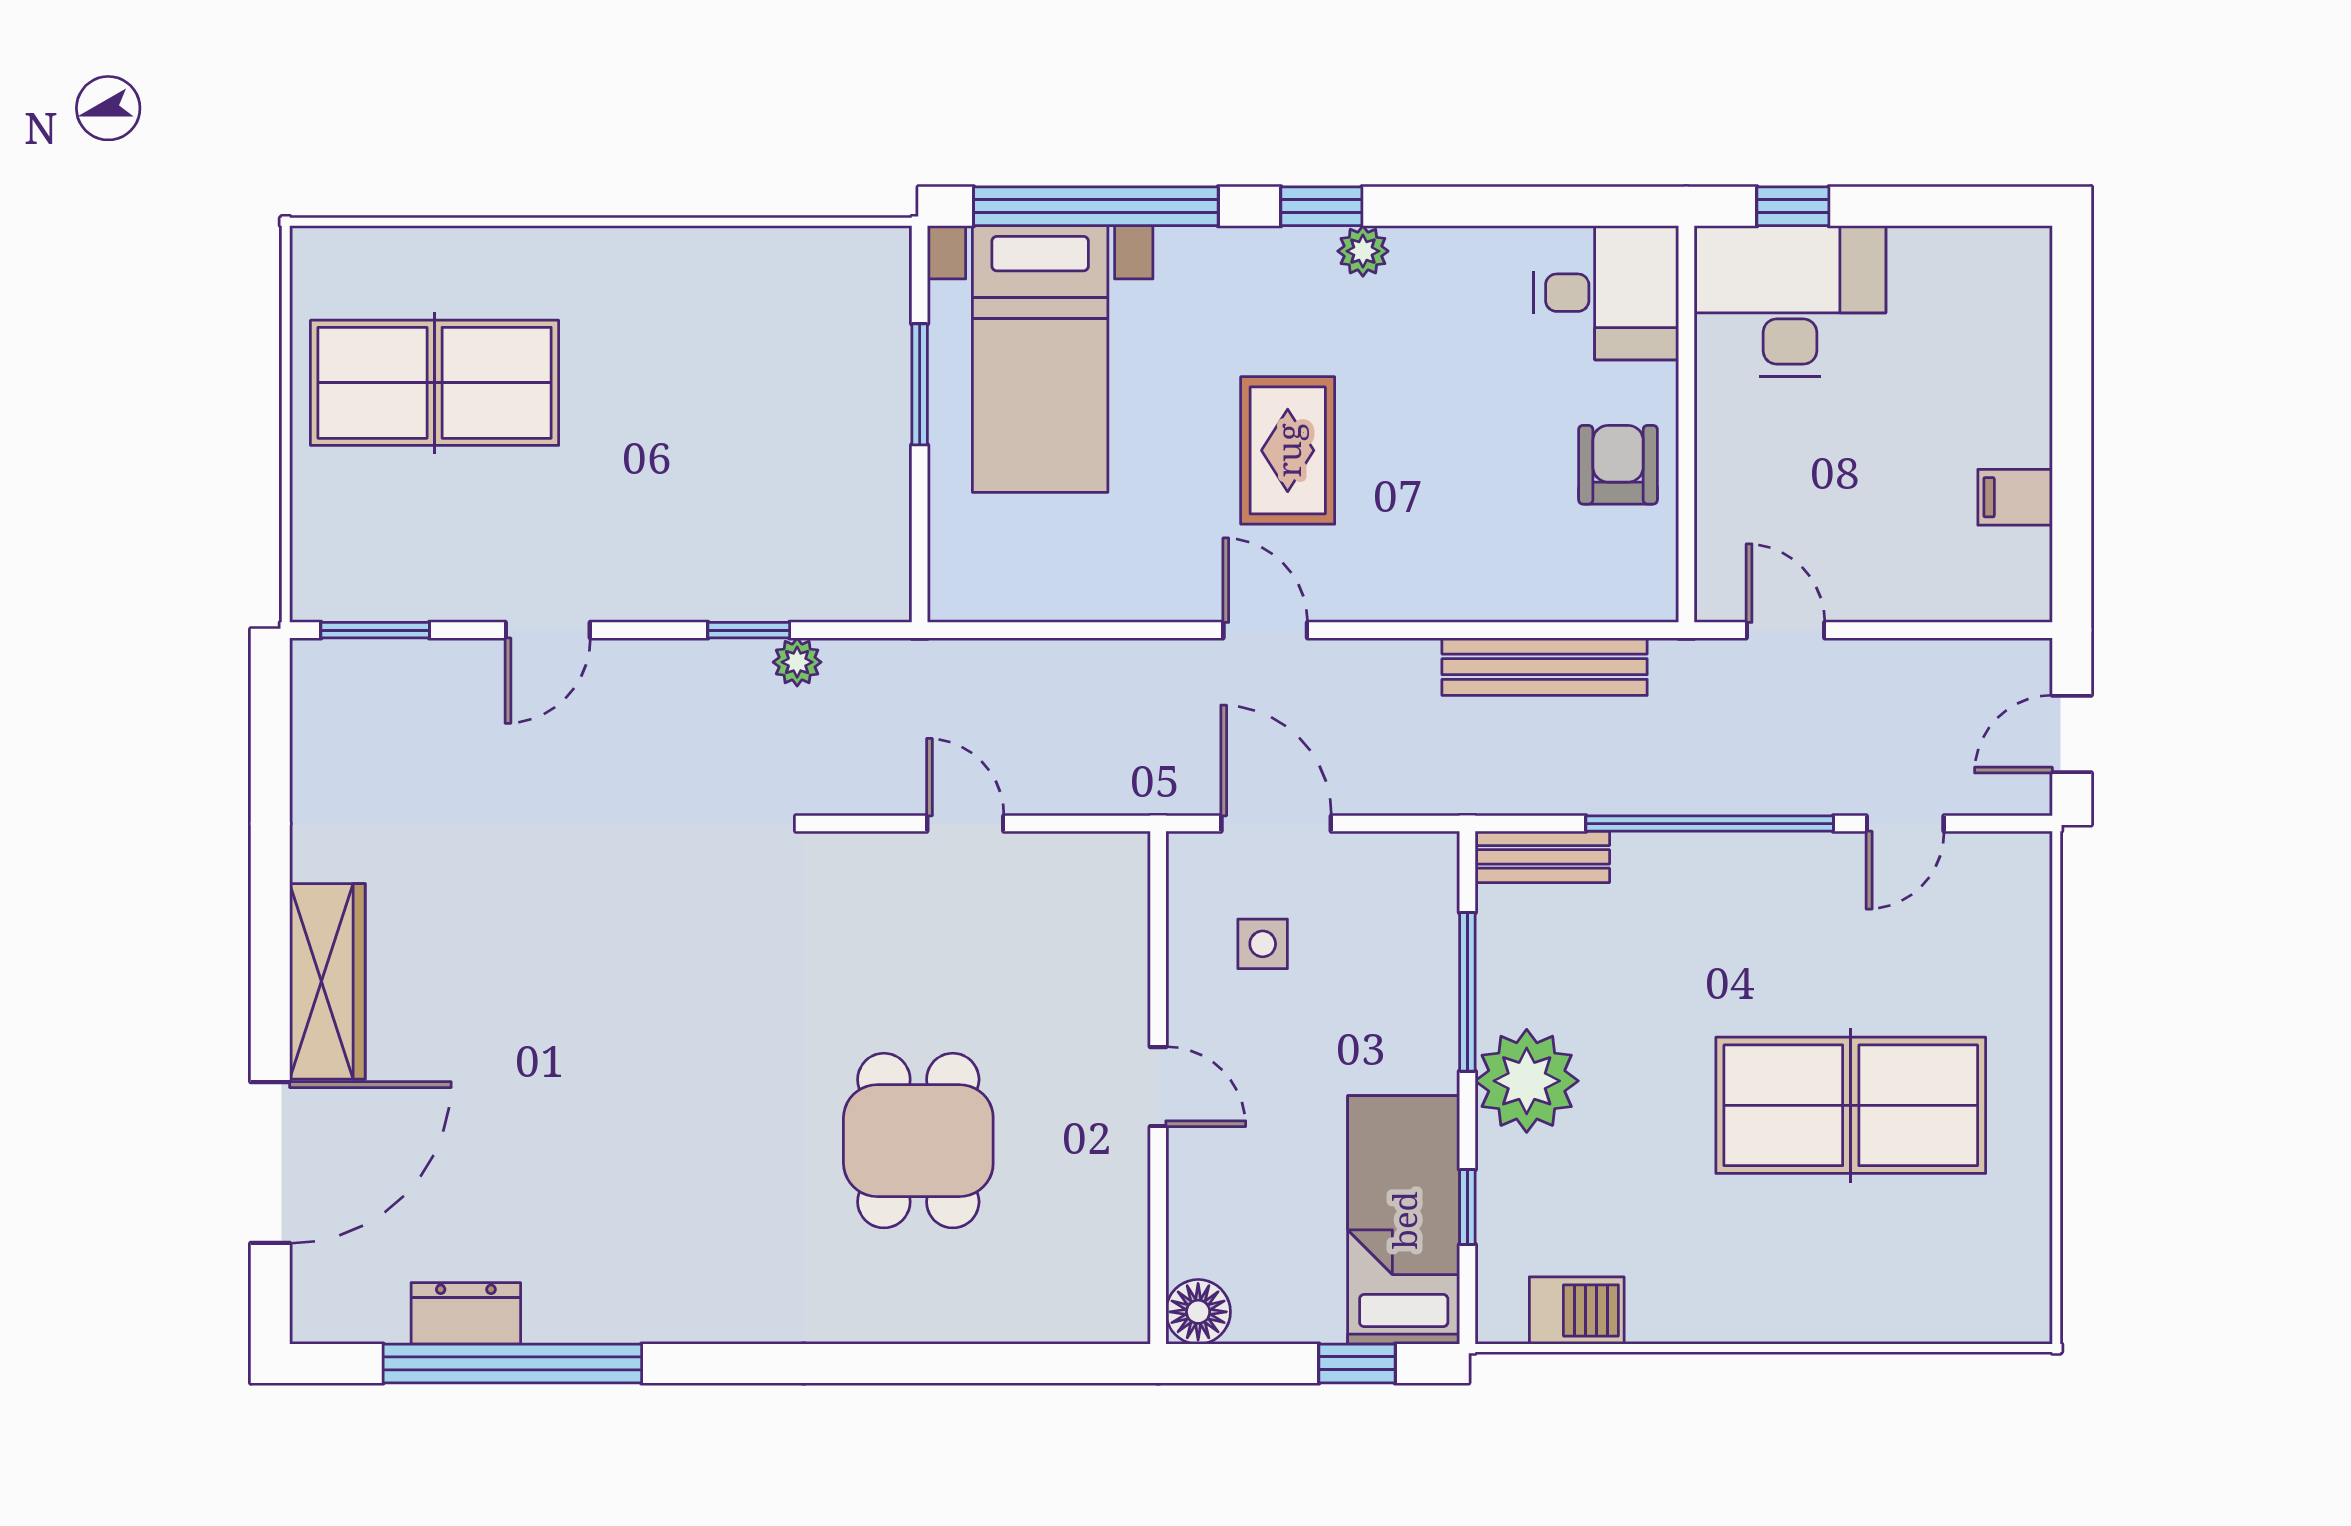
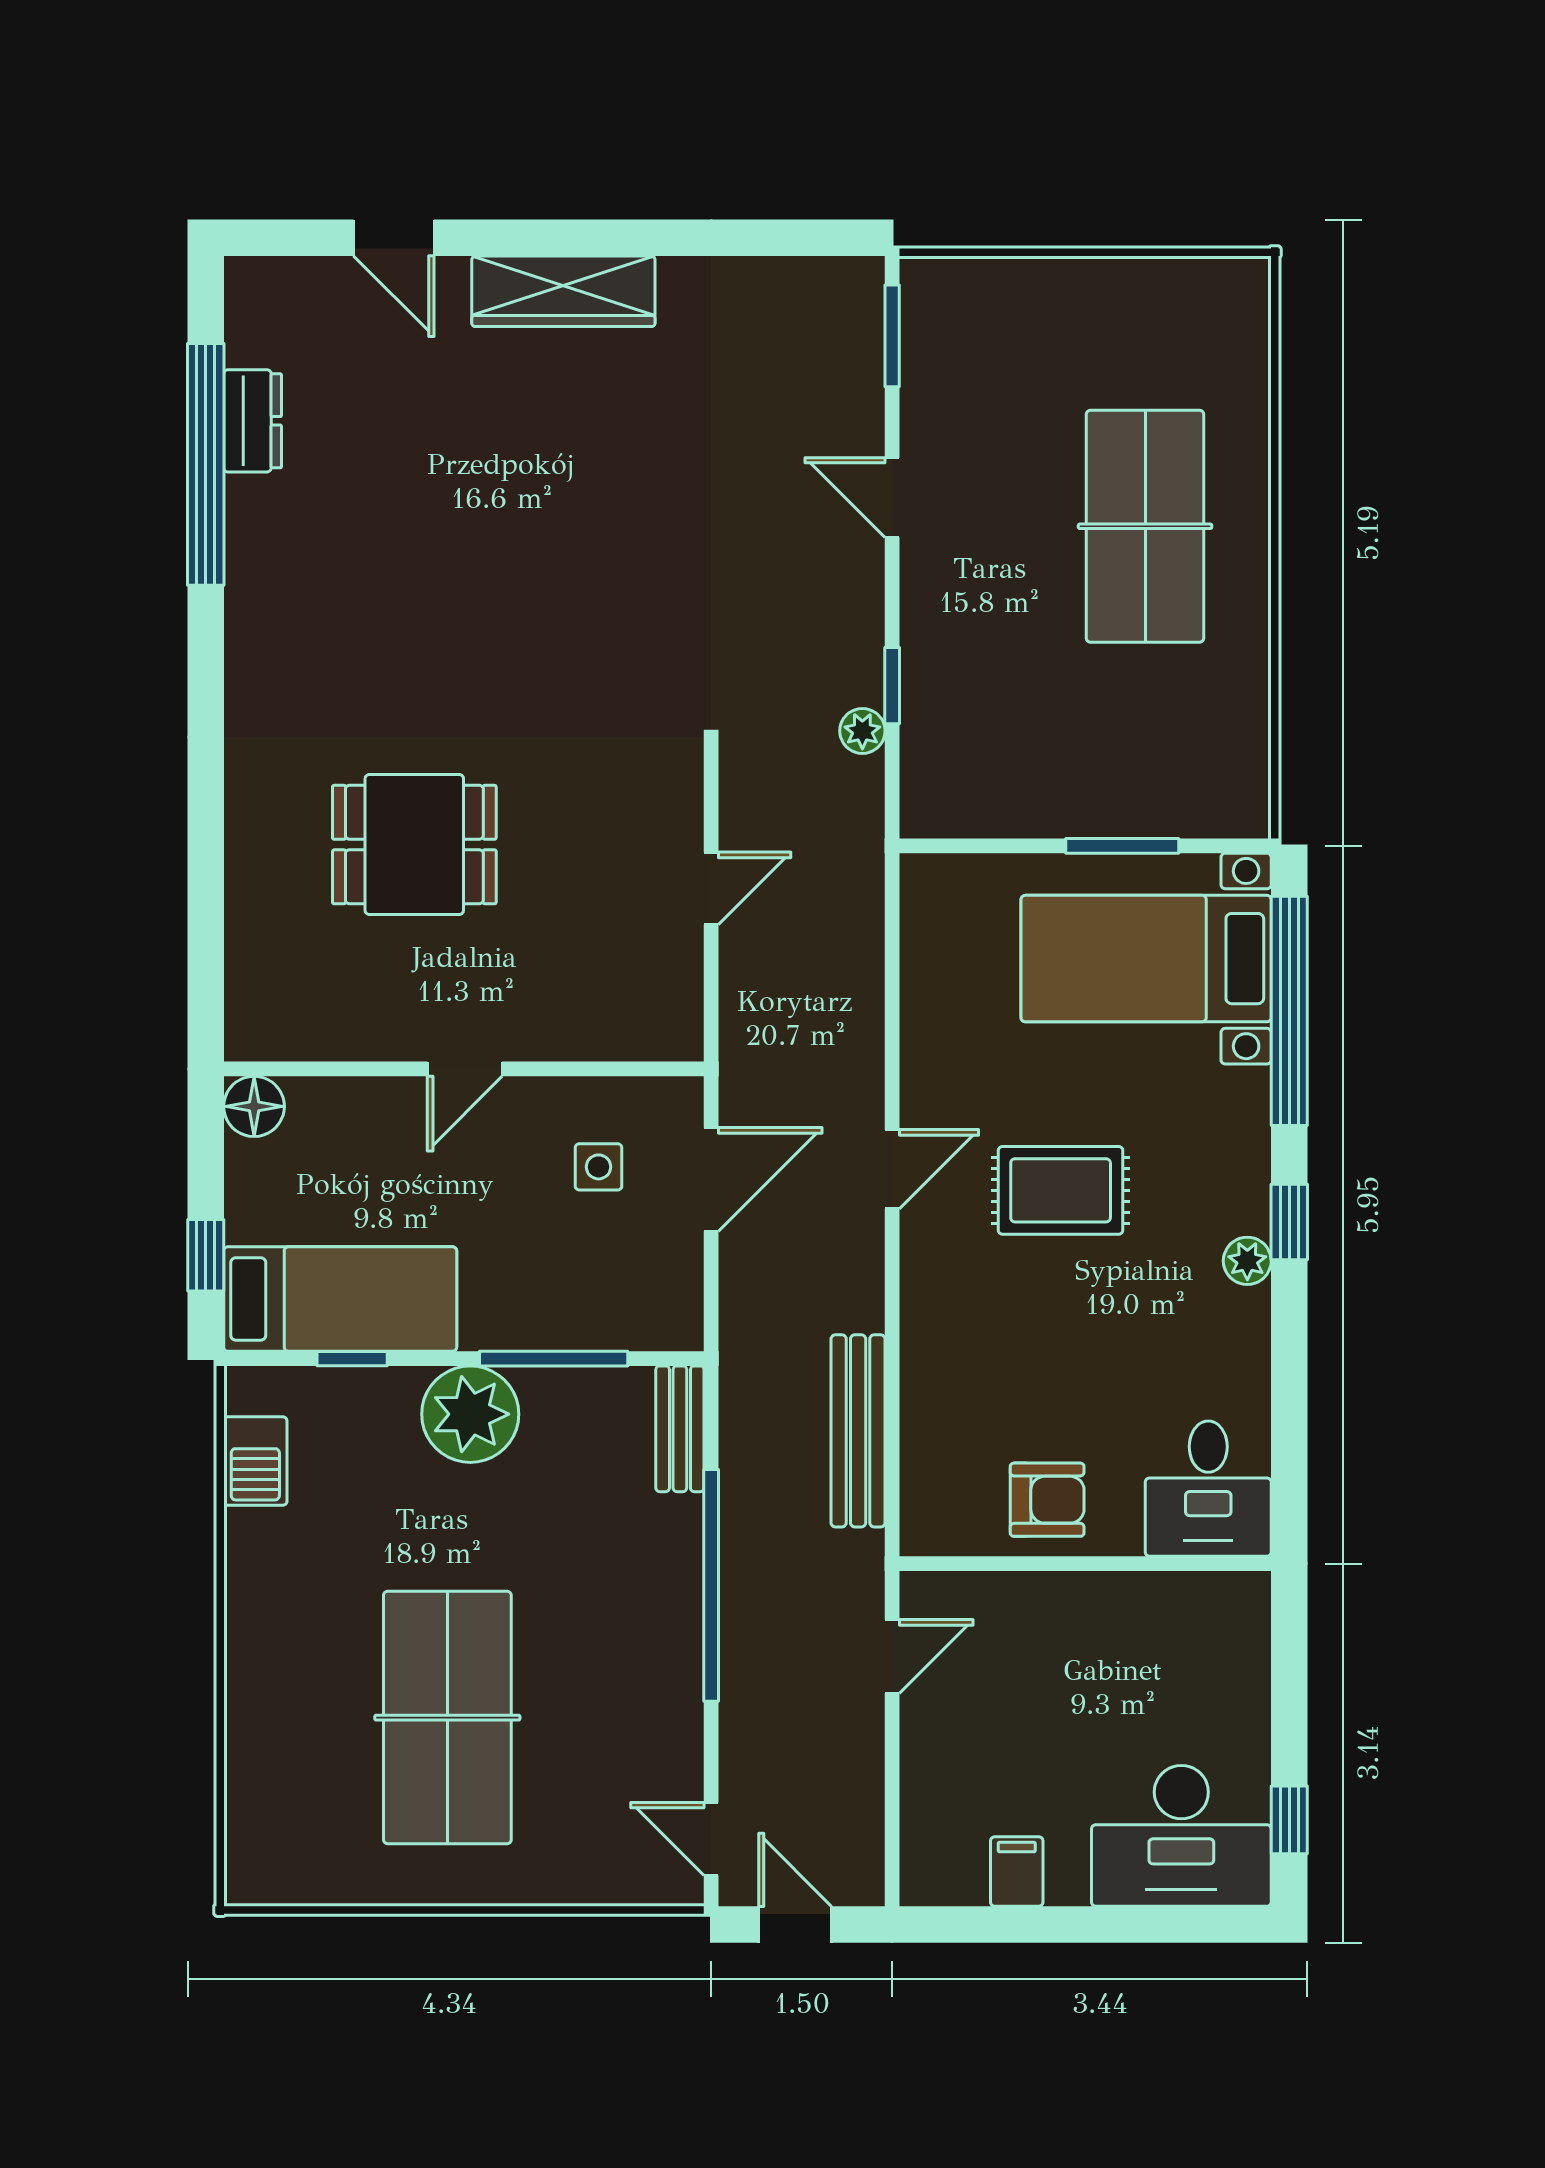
window: (1793, 206) -> (1289, 1820), moved
desk: (1790, 301) -> (1181, 1836), moved, turned 90
table tennis table: (435, 383) -> (1145, 526), moved
door: (1905, 824) -> (711, 1839), moved
door: (270, 1163) -> (394, 238), width x0.53

